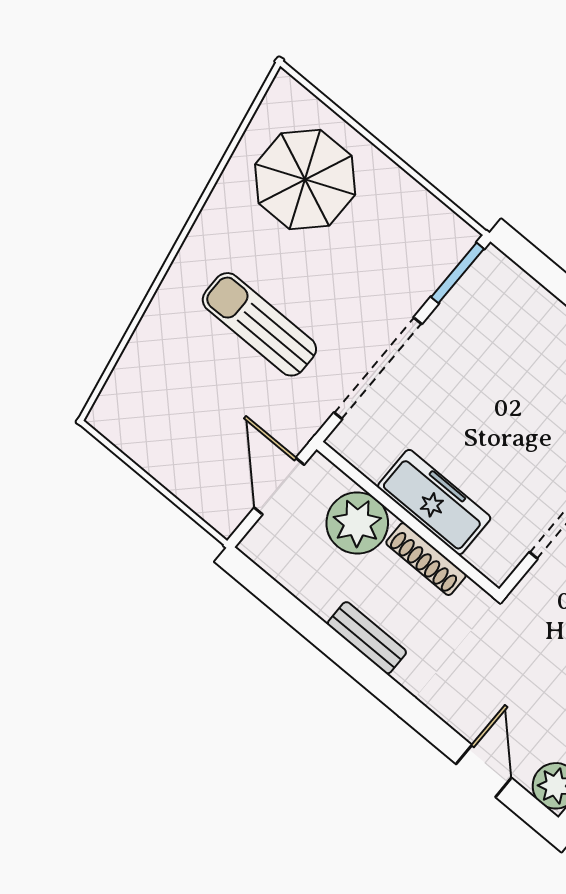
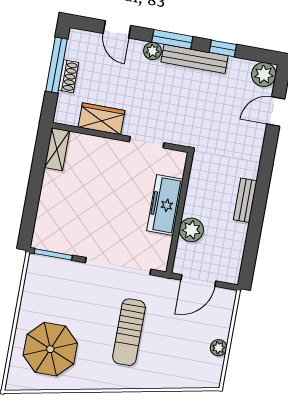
plant: (150, 457) -> (219, 348), added
plant: (357, 523) -> (191, 230), width x0.73, depth x0.73
shoe rack: (426, 559) -> (193, 194), removed

